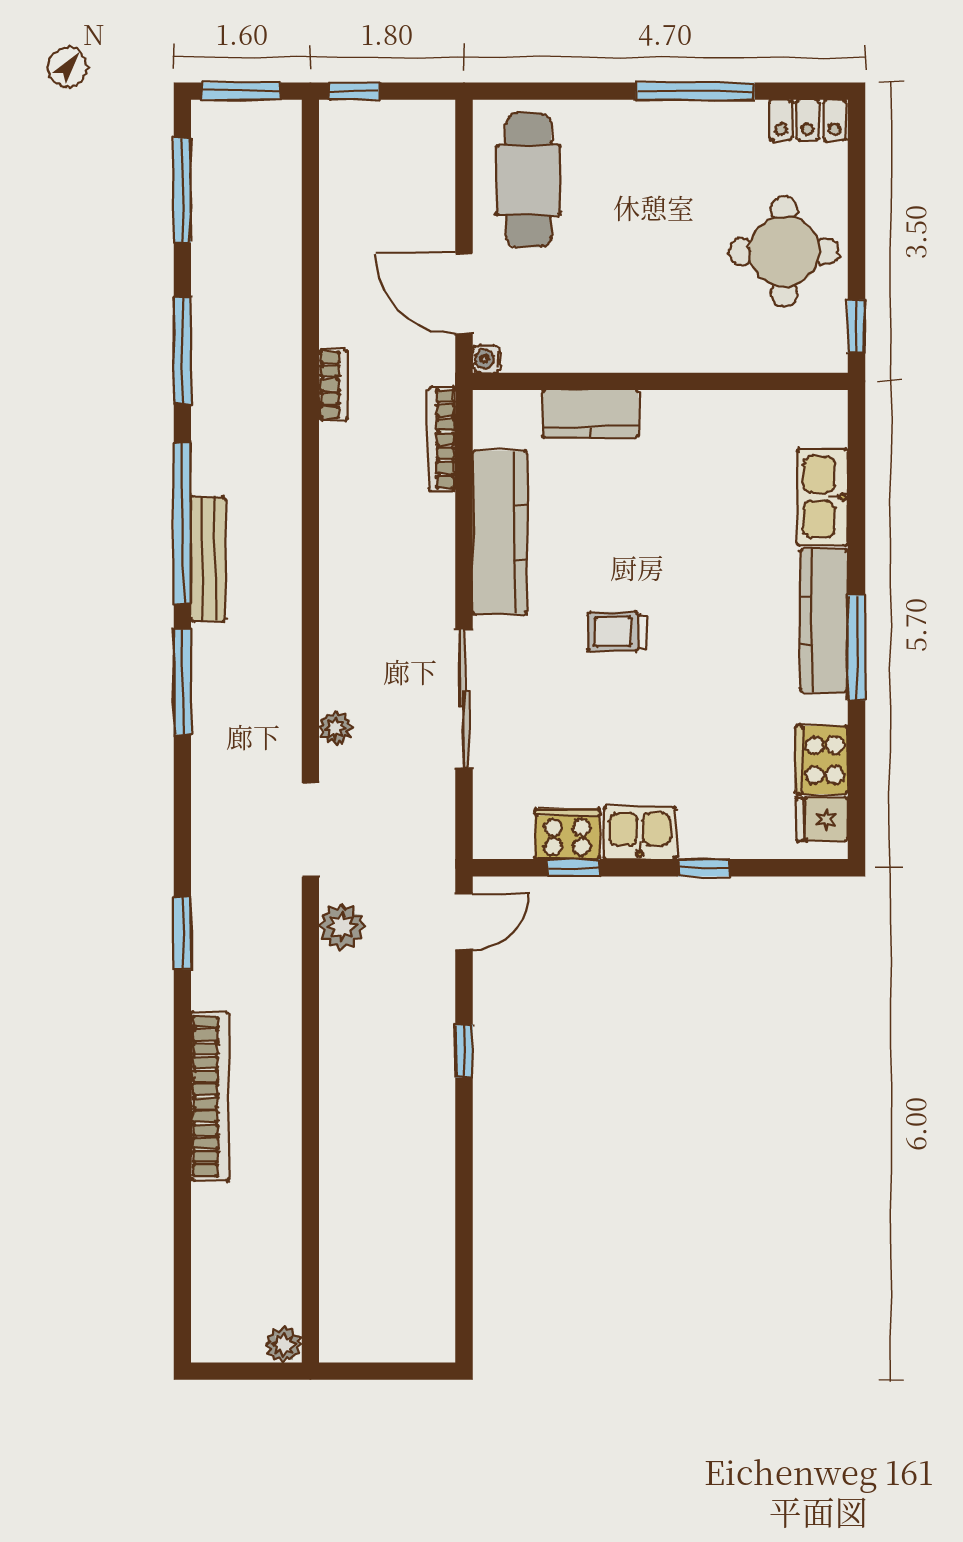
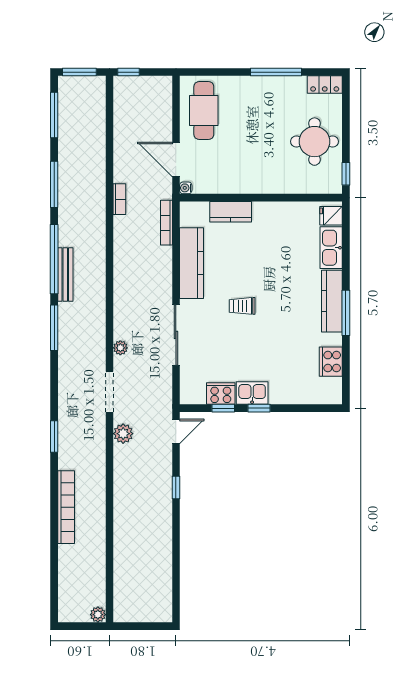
fridge: (822, 819) -> (331, 216), moved
window: (704, 868) -> (259, 408), moved

